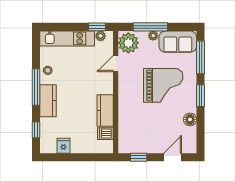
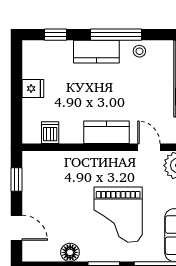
kitchen counter: (105, 111) -> (106, 132), moved
fridge: (63, 146) -> (33, 89), moved

